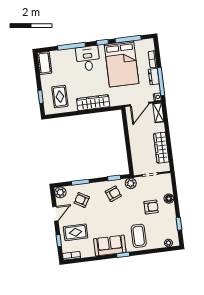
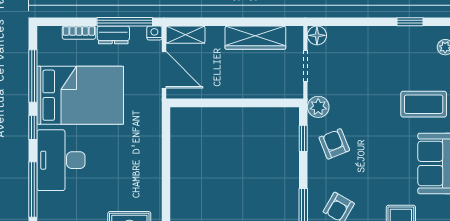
desk: (88, 58) -> (61, 160), width x1.37
wardrobe: (93, 103) -> (150, 161), removed
floor lamp: (169, 199) -> (317, 35), moved
armchair: (151, 207) -> (370, 73), removed

